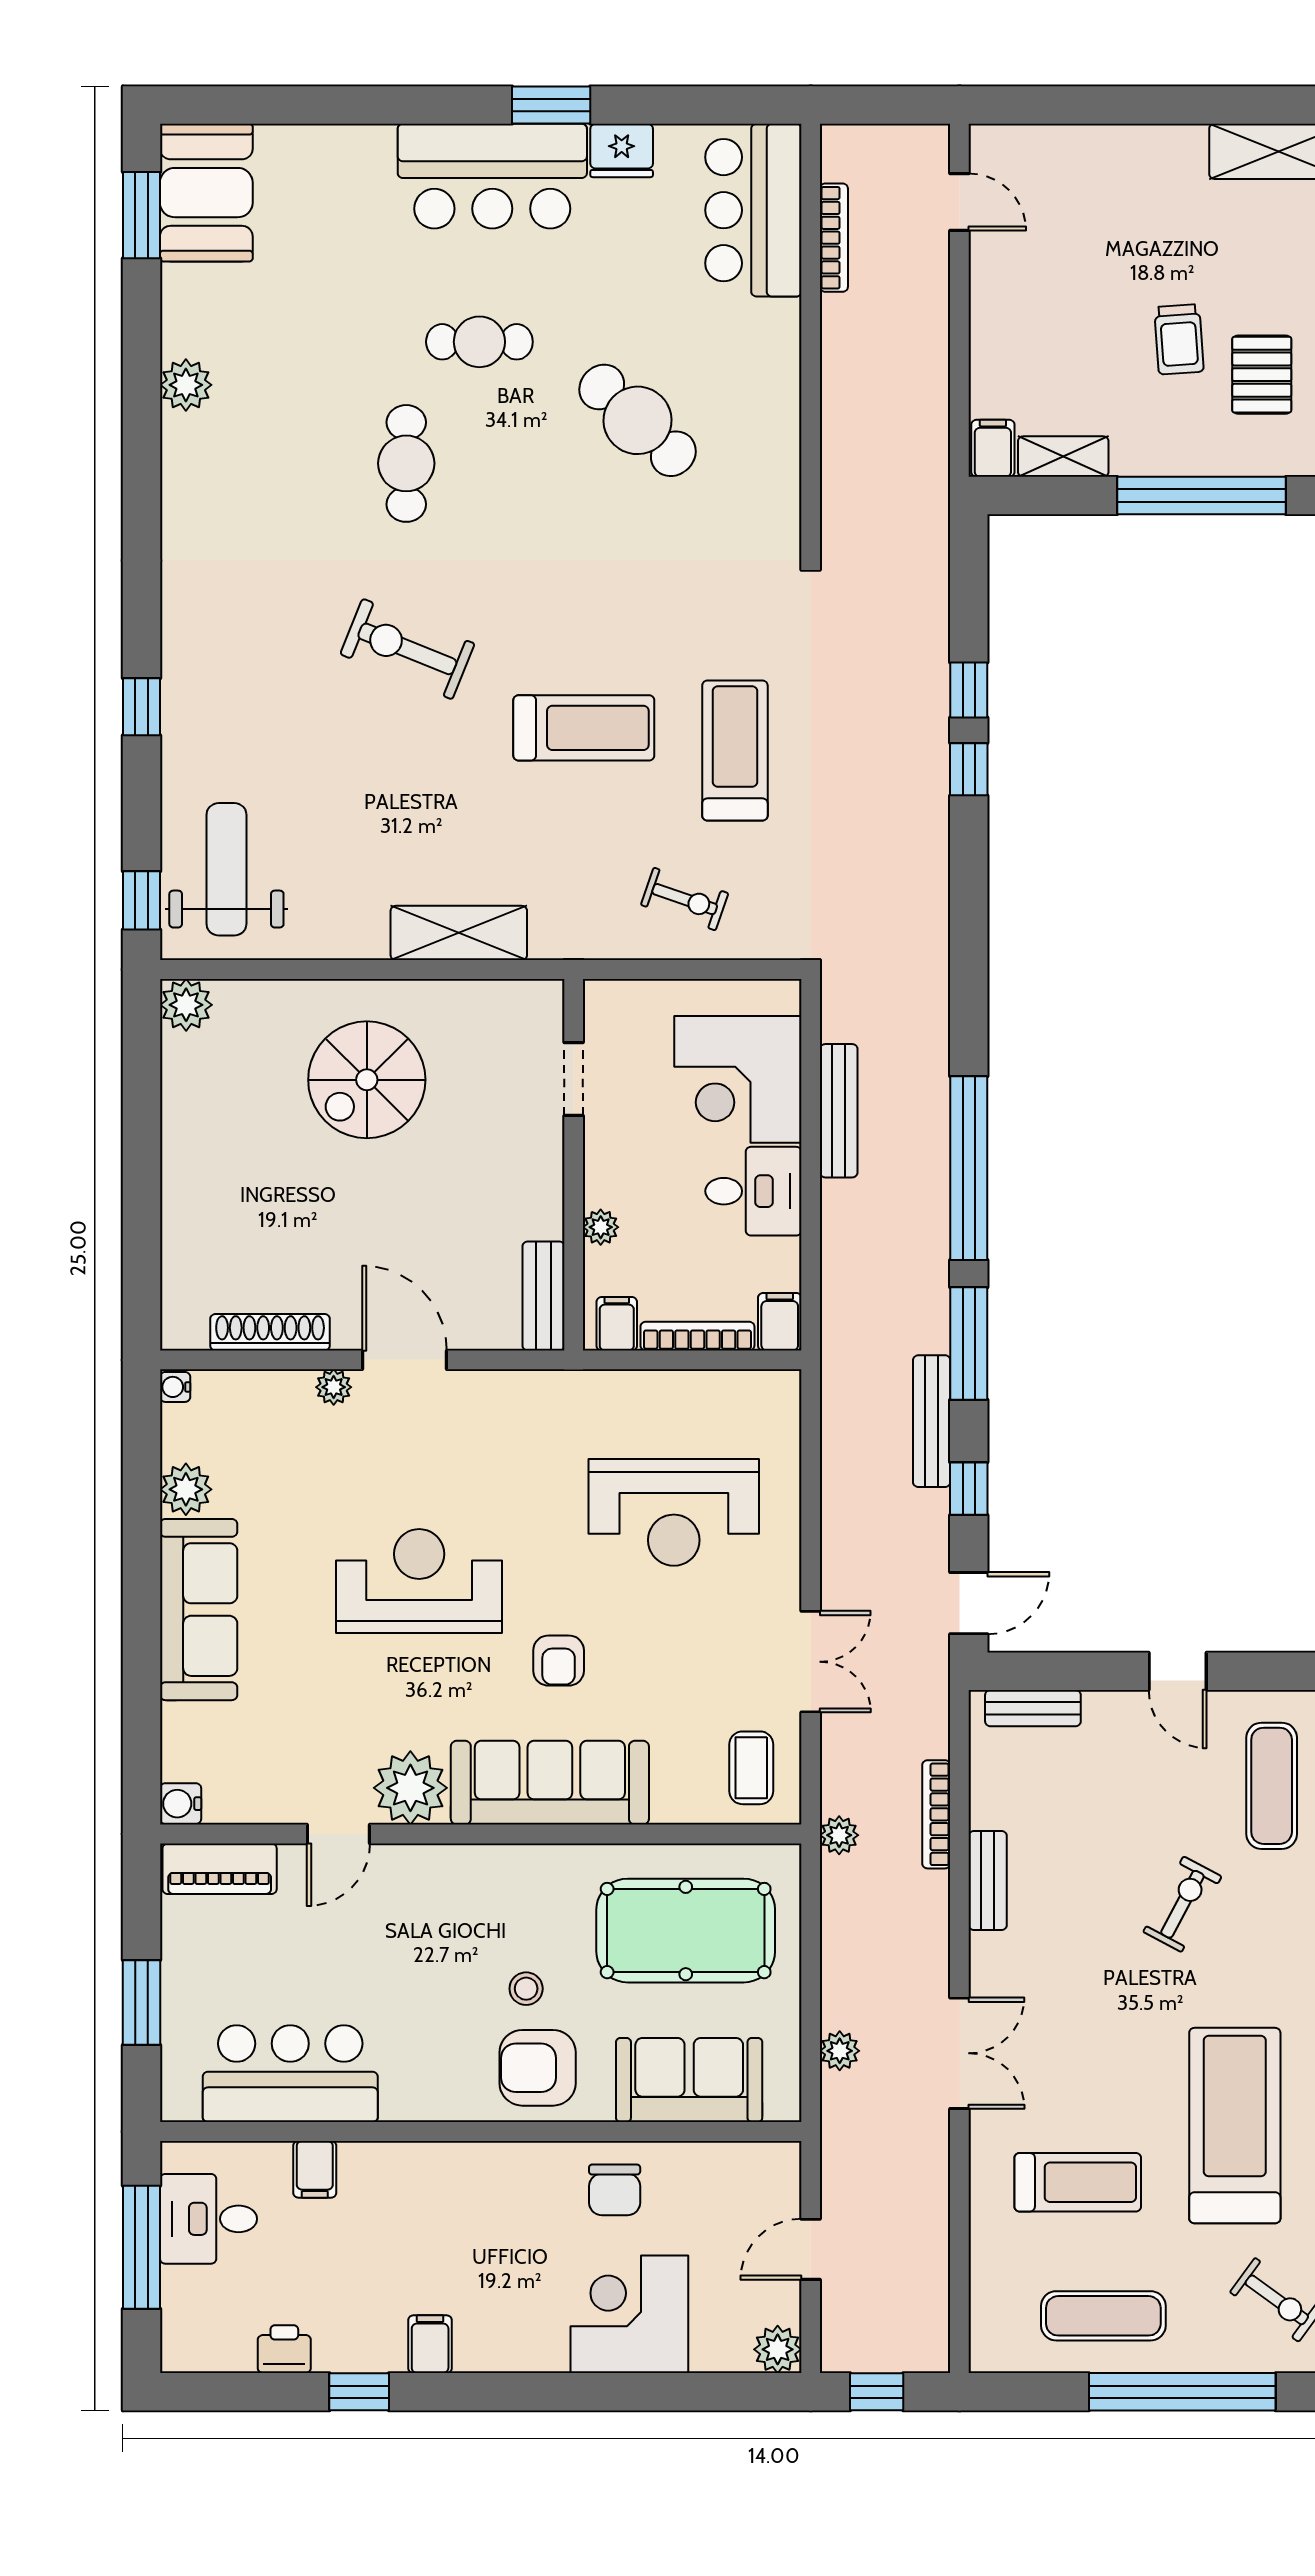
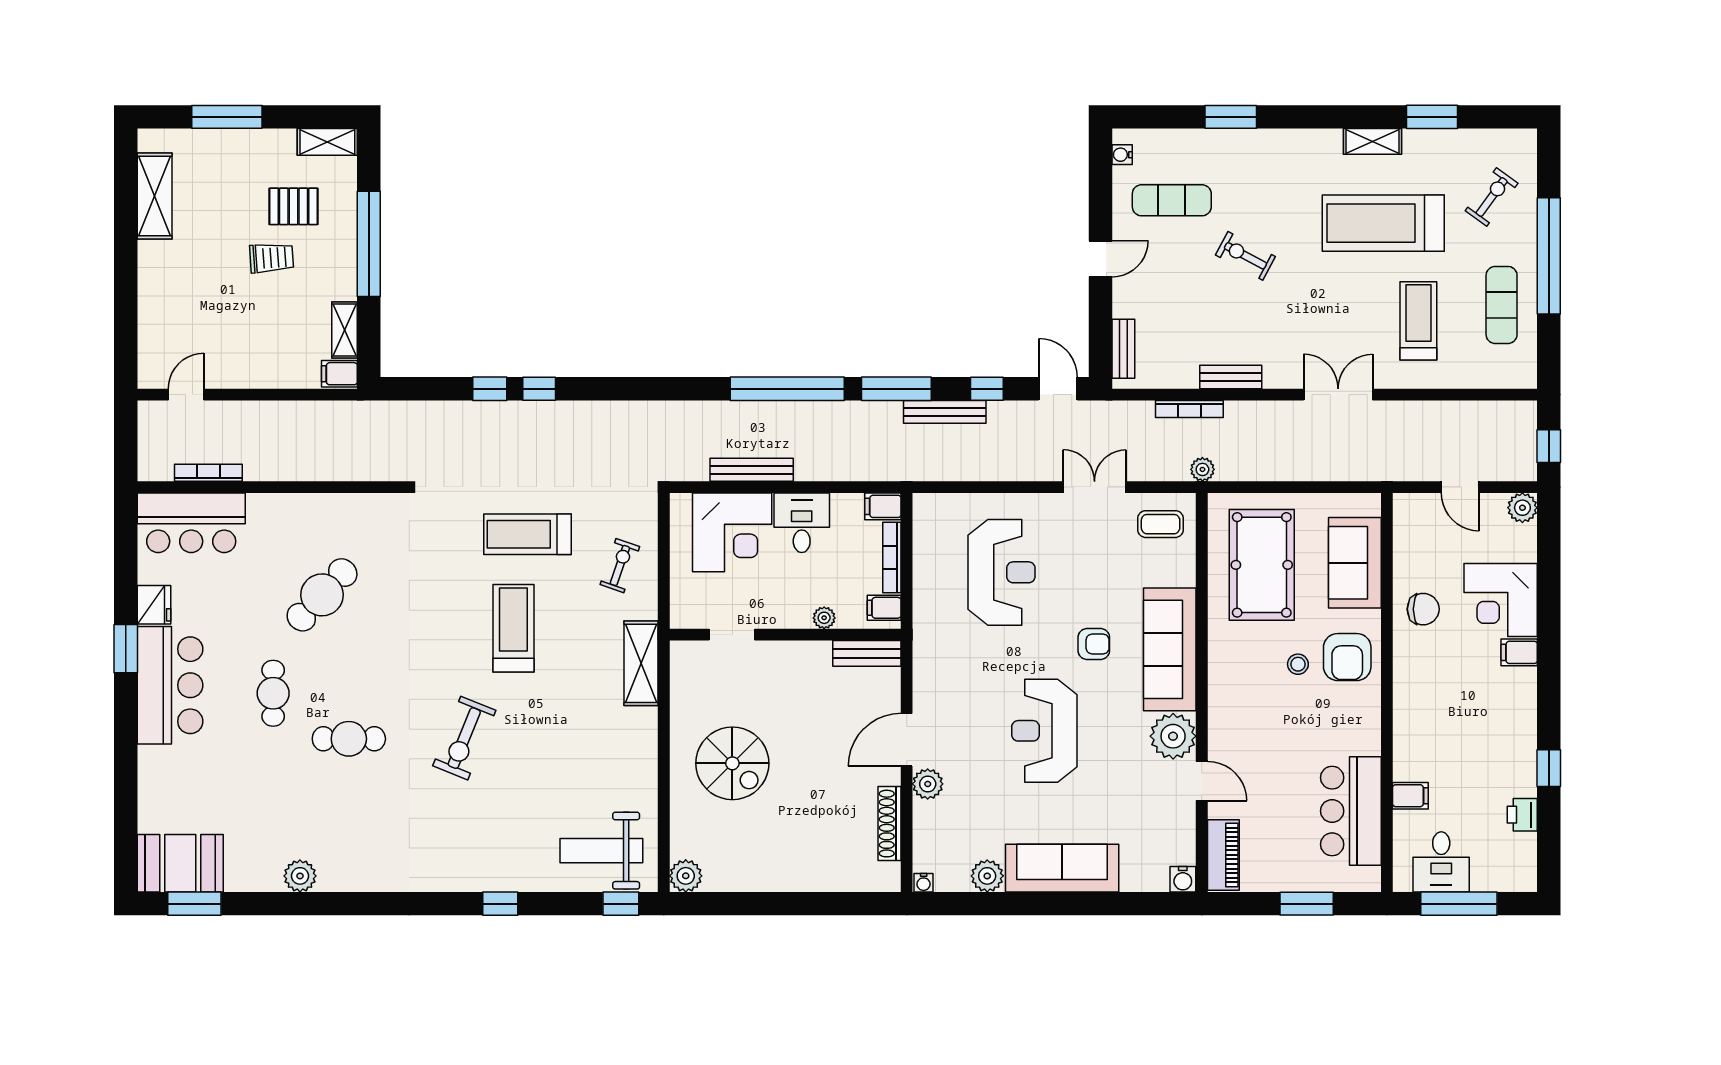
shelving: (459, 933) -> (641, 663), moved
plant: (334, 1387) -> (928, 784), width x1.38, depth x1.38
plant: (840, 2051) -> (1337, 469), removed
filing cabinet: (430, 2344) -> (1519, 652), moved

